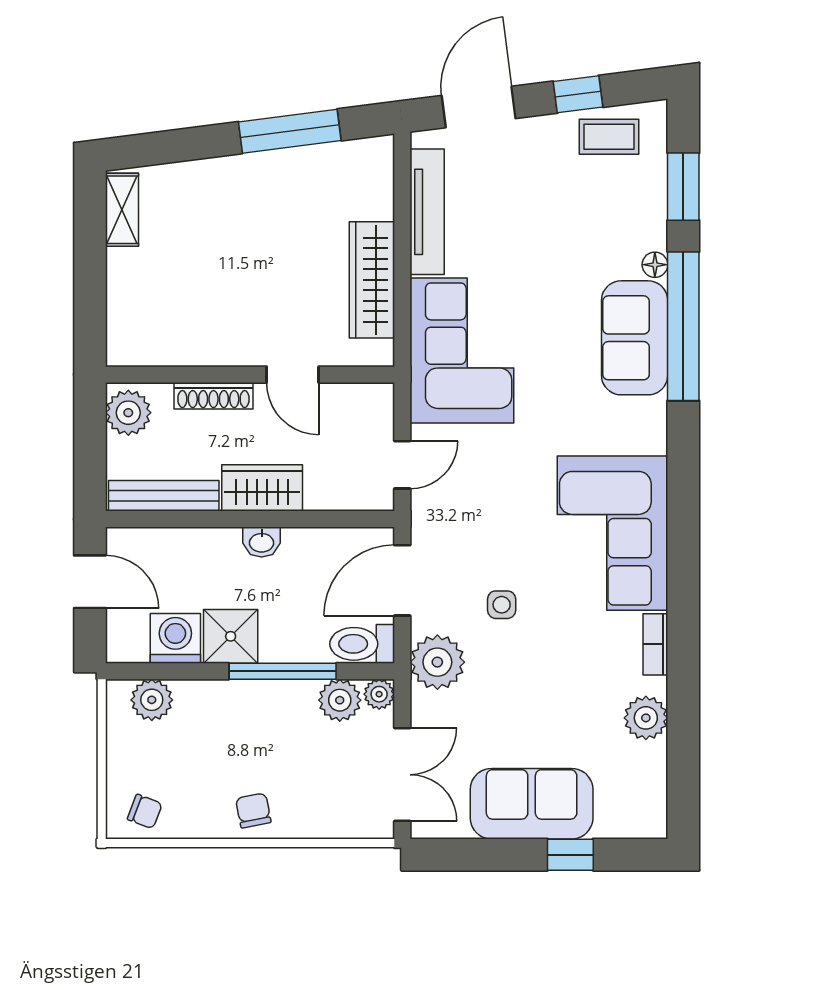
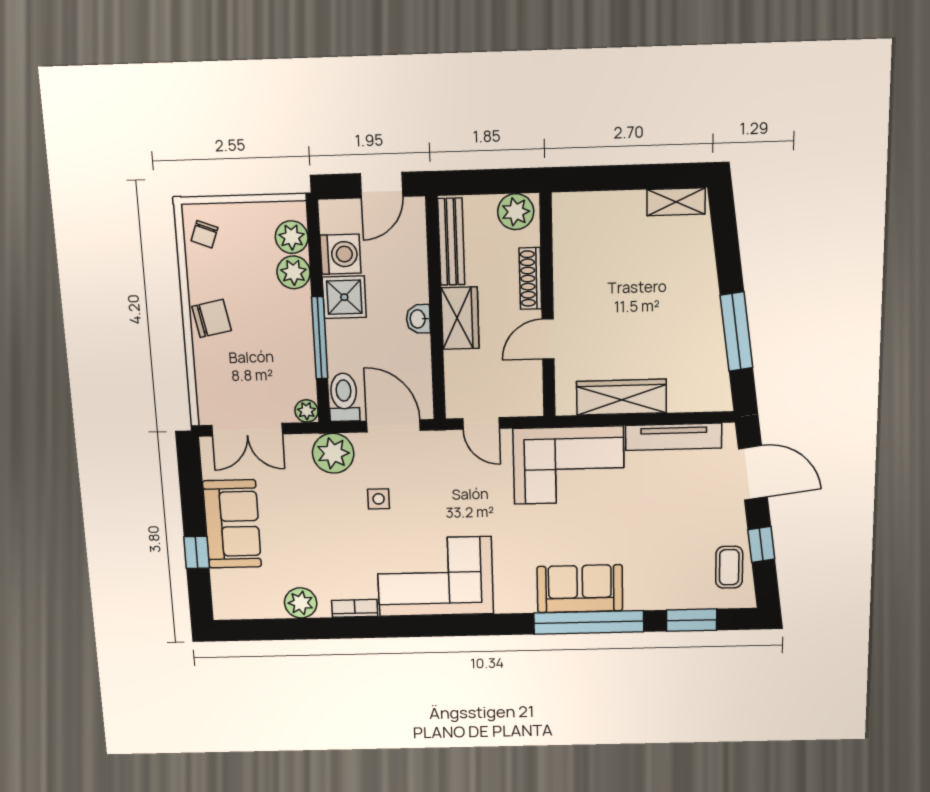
floor lamp: (655, 265) -> (634, 602), removed
plant: (340, 700) -> (294, 272), moved
chair: (253, 810) -> (212, 318), width x1.37, depth x1.37

